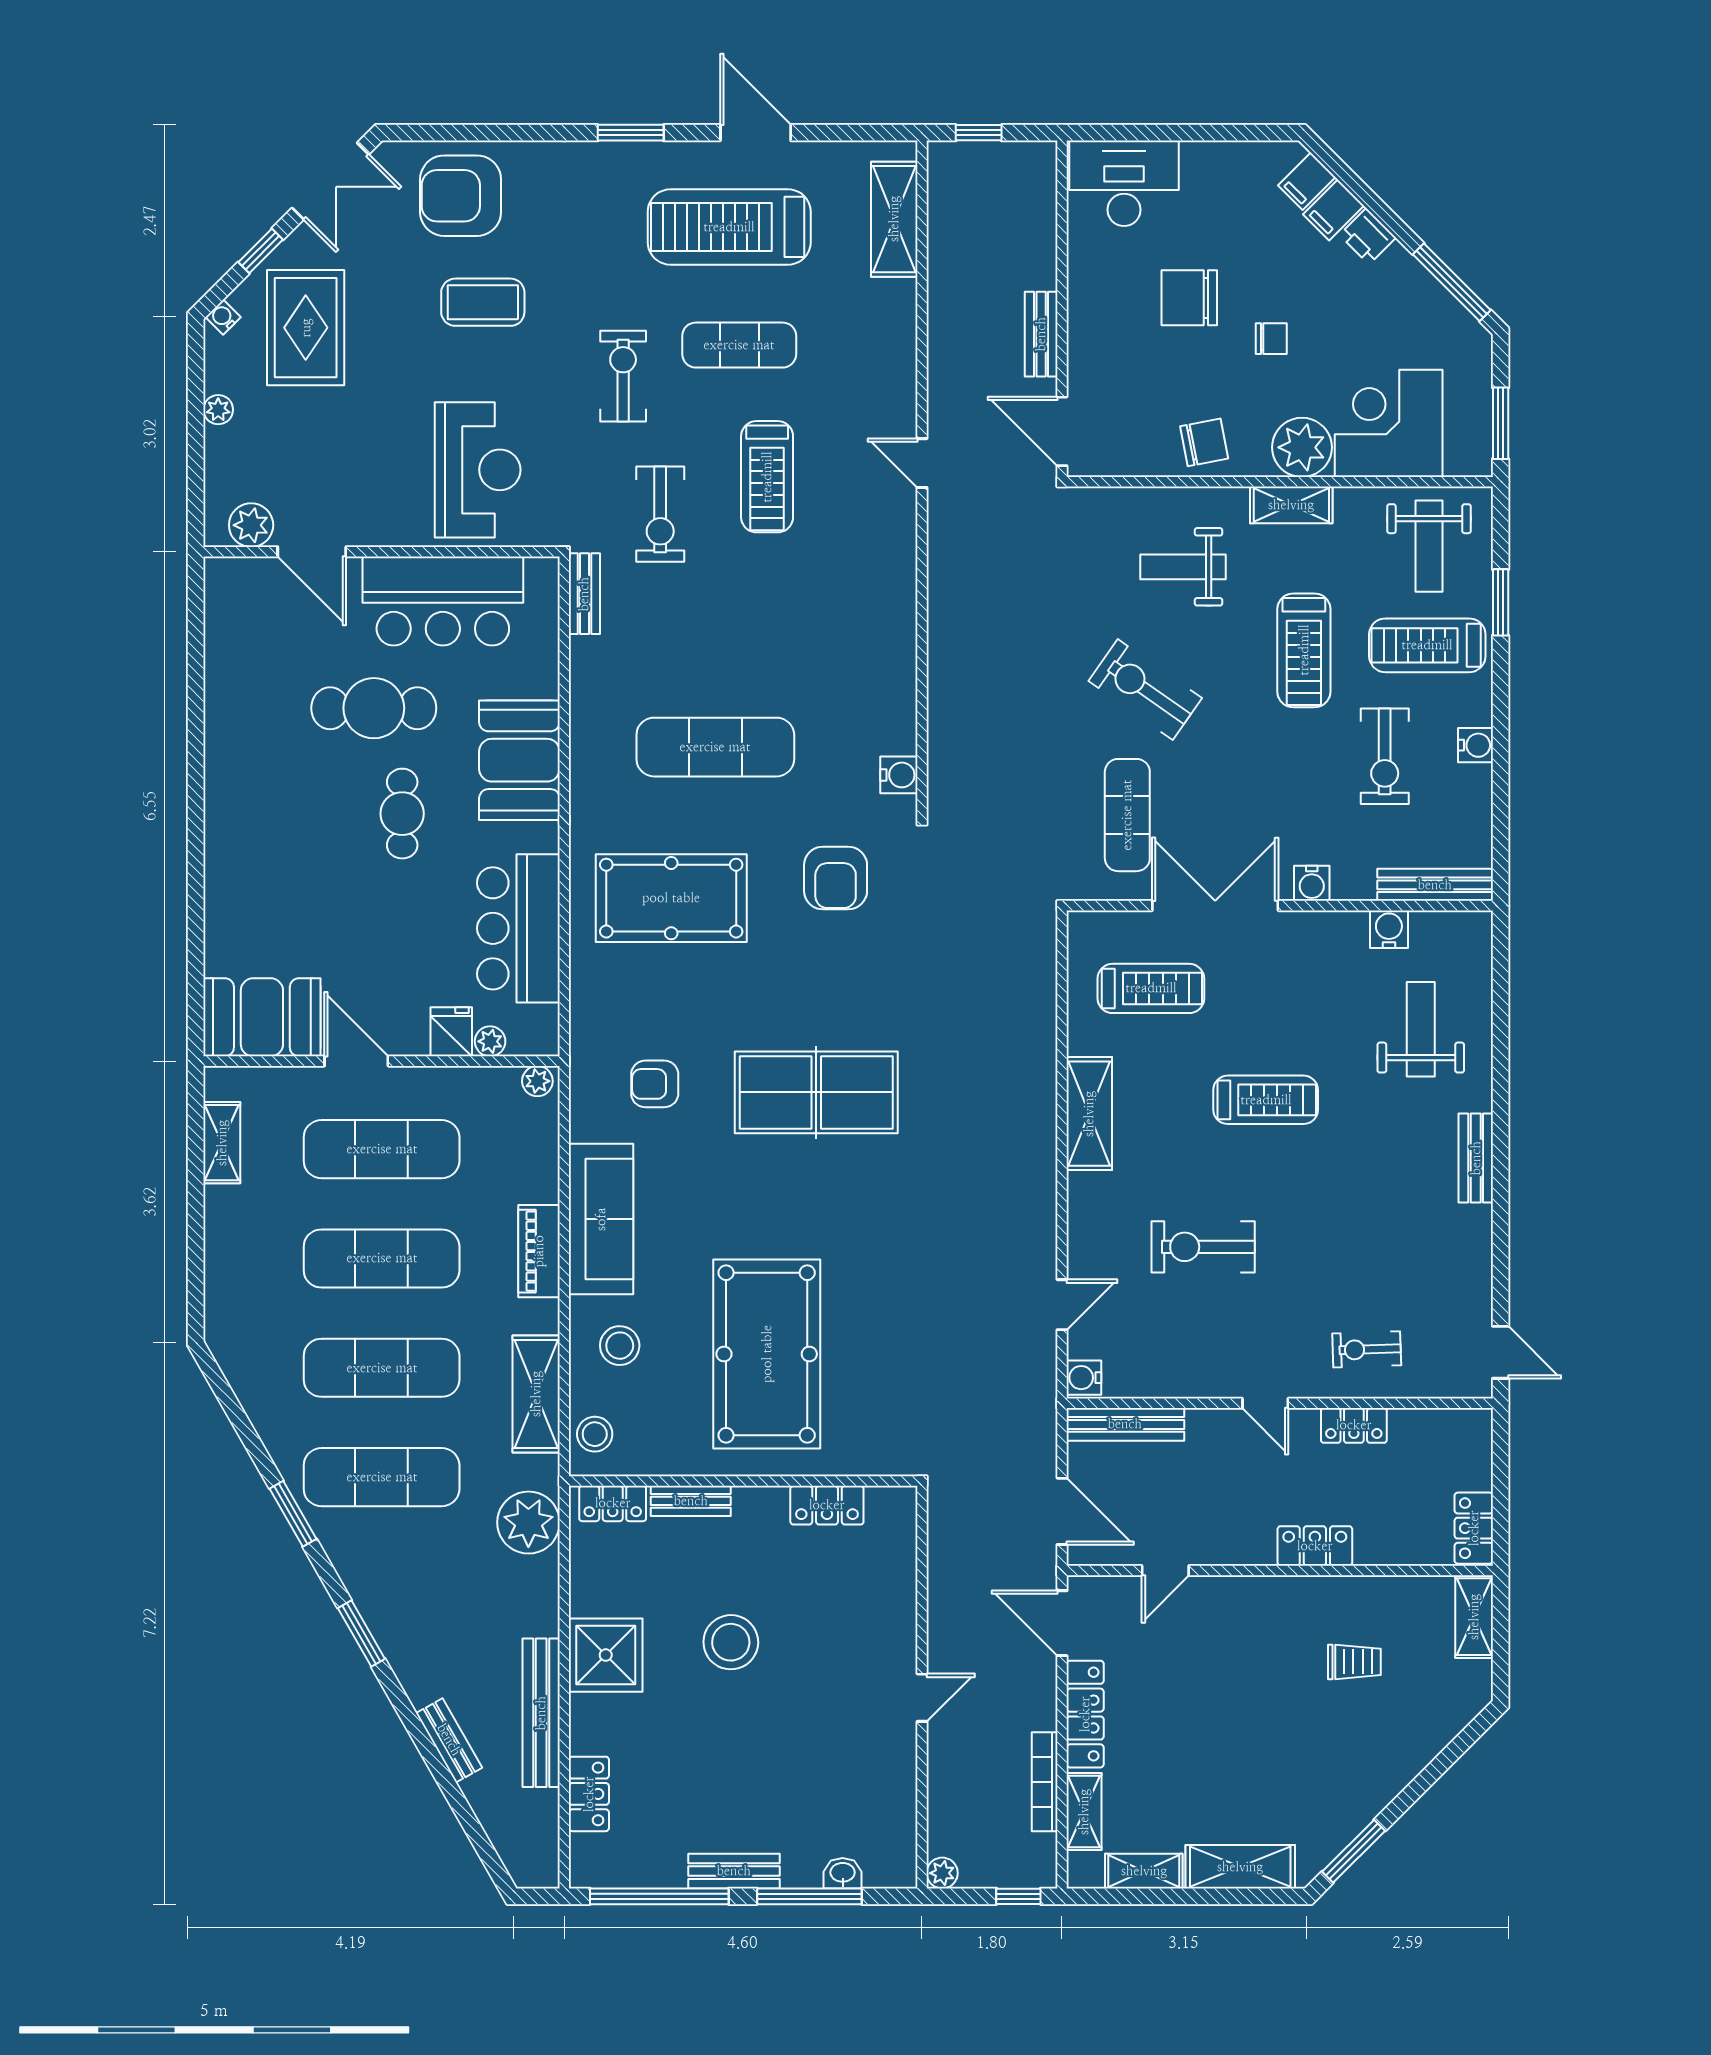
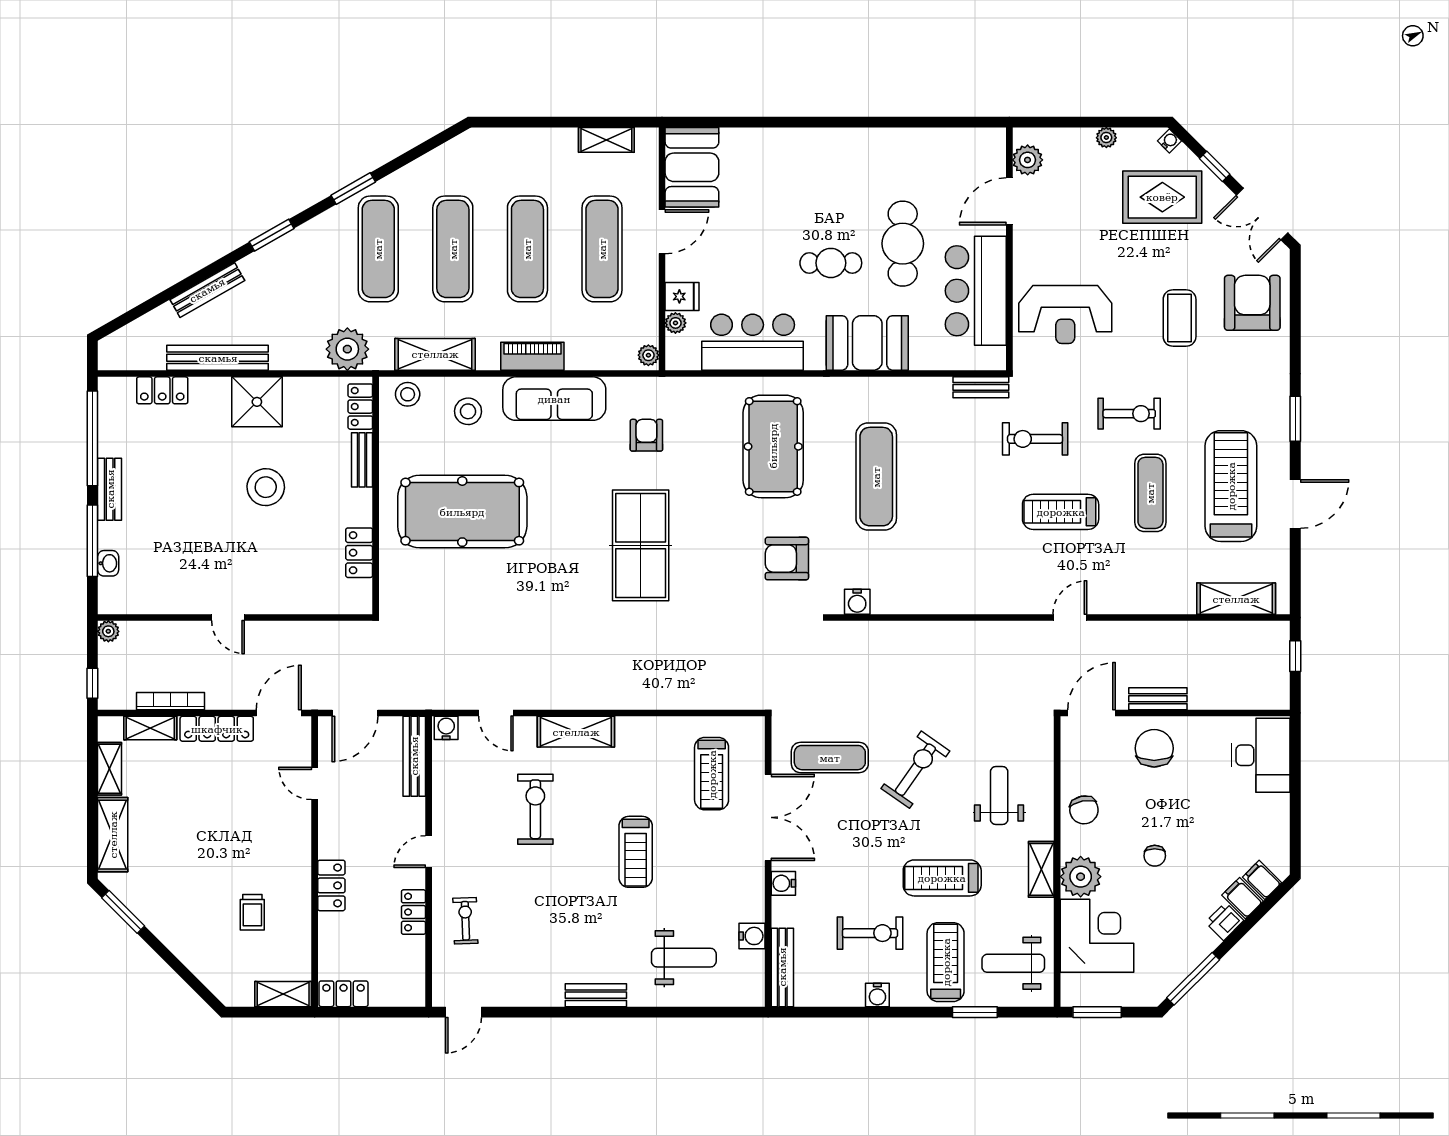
chair: (1189, 298) -> (1154, 748), moved
exercise bike: (1385, 756) -> (870, 933), turned 180
shelving: (1089, 1114) -> (576, 732), moved
bench: (449, 1740) -> (207, 290), width x1.36

